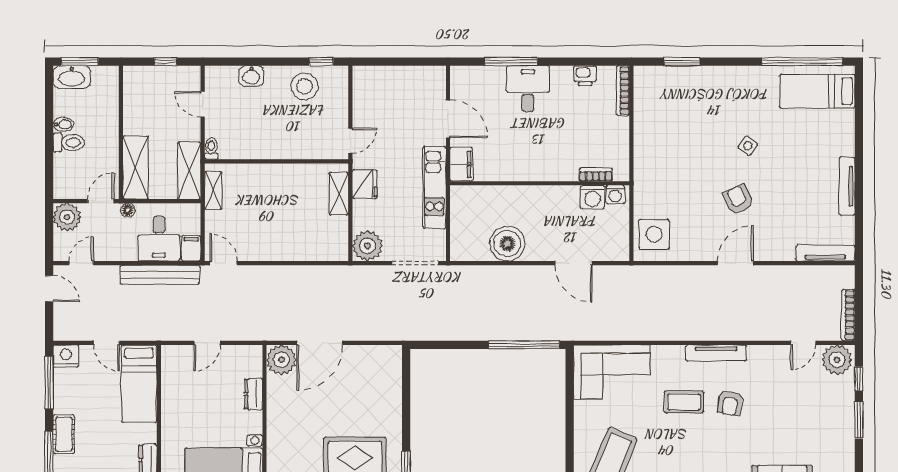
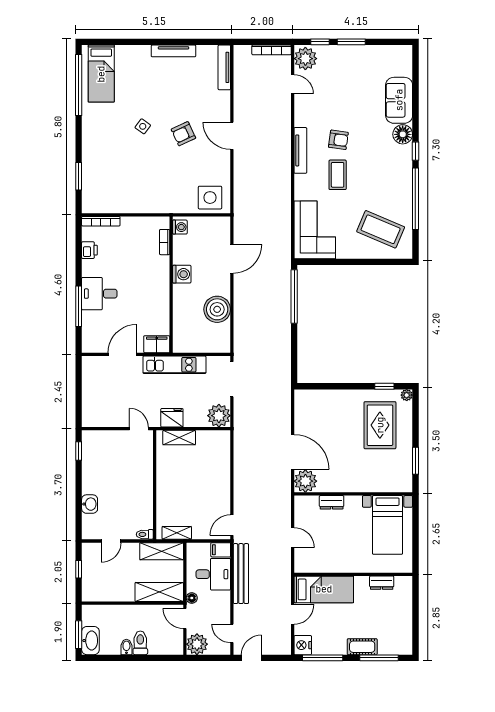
stool: (304, 86) -> (98, 464), removed
washing machine: (593, 197) -> (182, 274), moved

